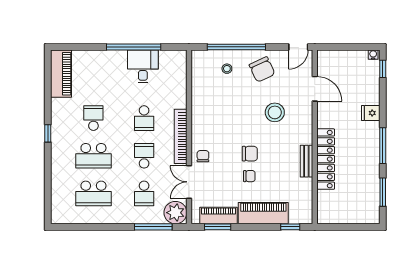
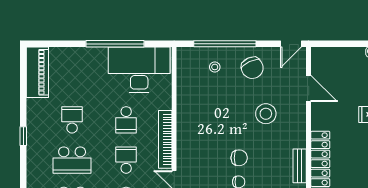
desk: (143, 66) -> (139, 70), width x1.87, depth x1.30
chair: (203, 156) -> (189, 161), removed

